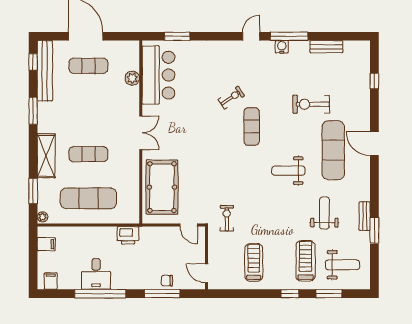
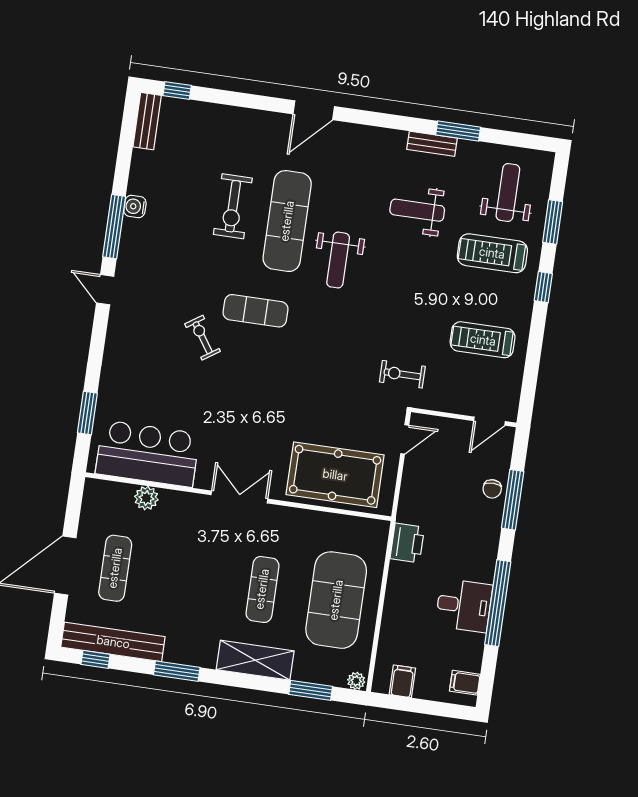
water cooler: (282, 47) -> (135, 206), moved
bench: (326, 47) -> (147, 121), moved
window: (374, 81) -> (177, 91), moved
exercise mat: (333, 150) -> (287, 221), moved, turned 90
exercise mat: (88, 198) -> (336, 600), width x1.47

